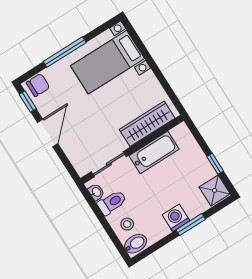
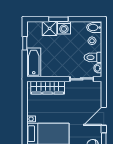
bathtub: (154, 152) -> (34, 62), moved, turned 90
shower: (215, 190) -> (50, 28), moved

